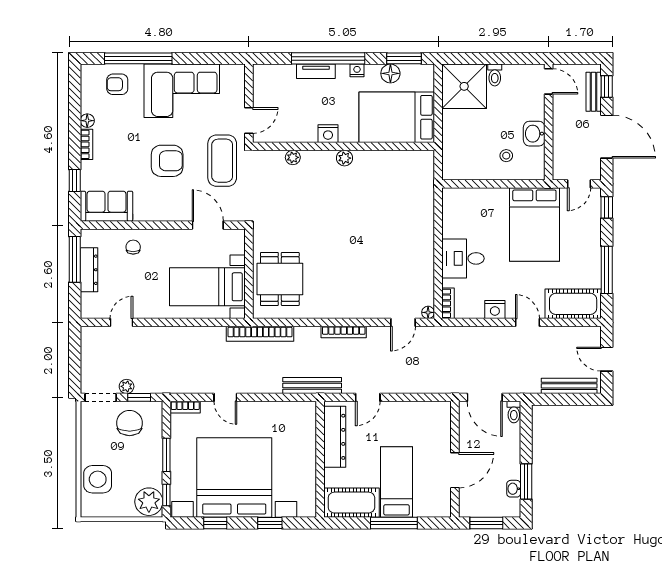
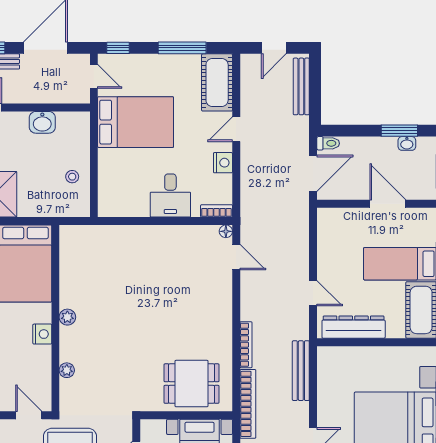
stool: (506, 156) -> (72, 177), moved
bookcase: (344, 332) -> (246, 345), moved
bench: (312, 385) -> (301, 371), moved

